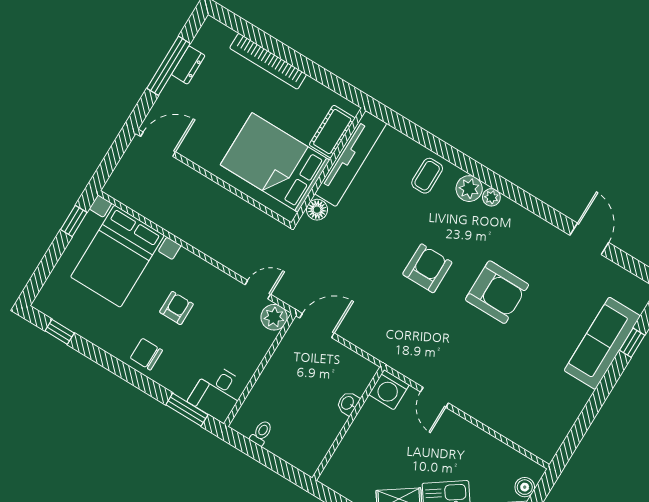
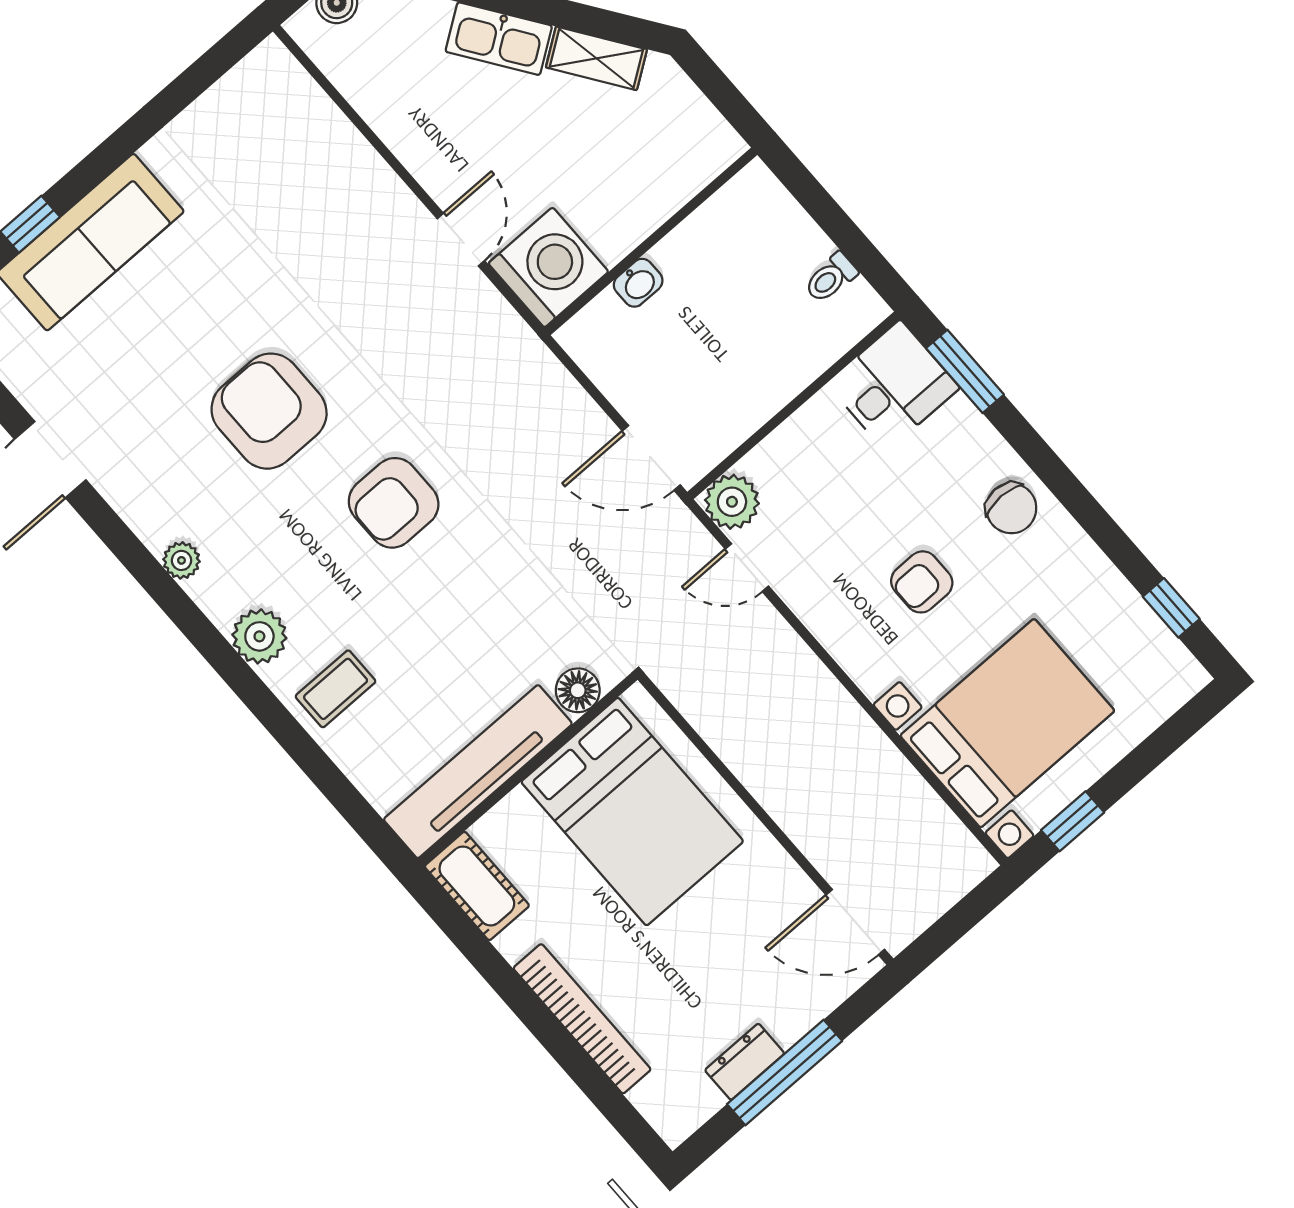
cot: (332, 132) -> (477, 886), moved, turned 90
plant: (491, 197) -> (181, 560), moved
washing machine: (389, 390) -> (548, 267), width x1.37, depth x1.37

